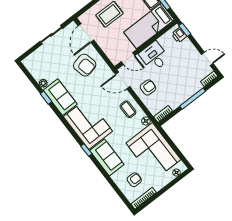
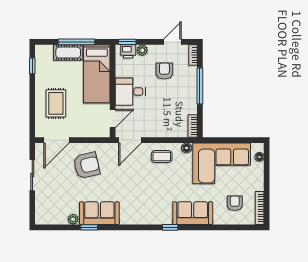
door: (86, 33) -> (57, 140), hinge flipped
plant: (187, 44) -> (142, 50), added
armchair: (148, 87) -> (164, 71), moved
corner sofa: (88, 124) -> (146, 206), removed

